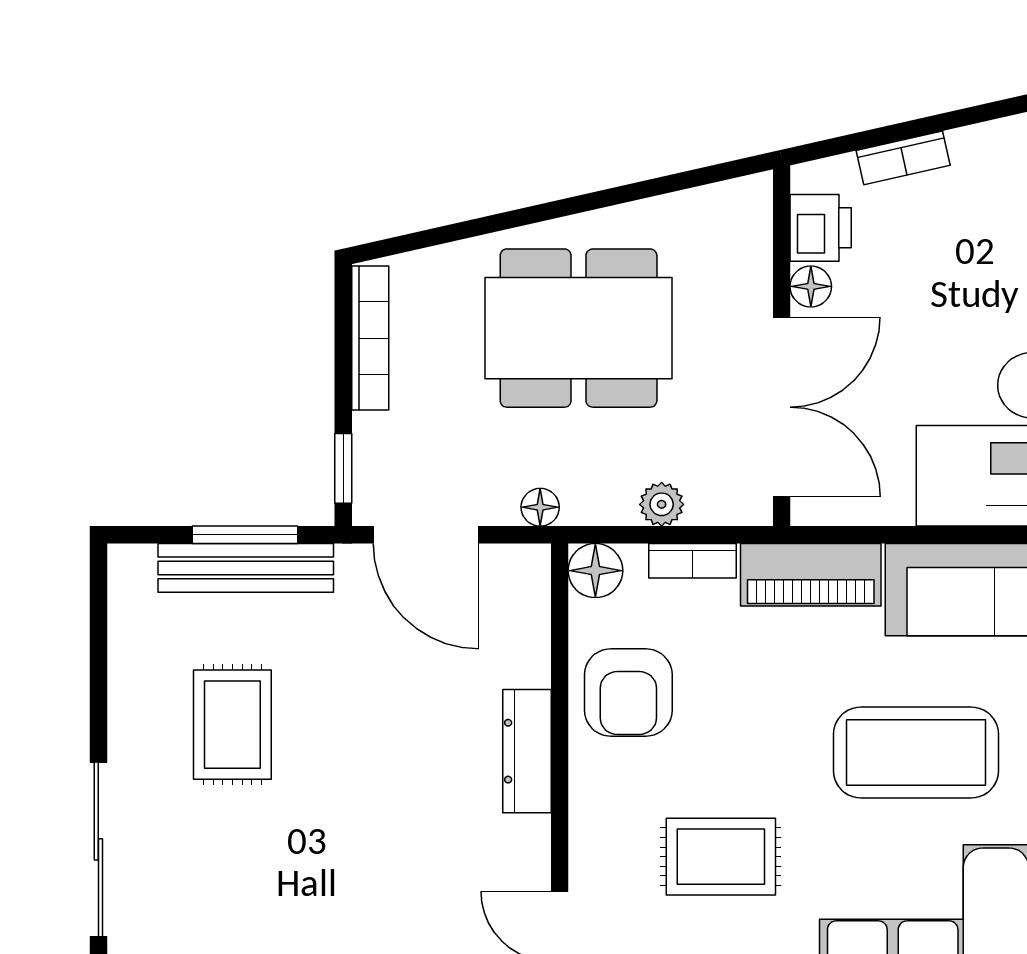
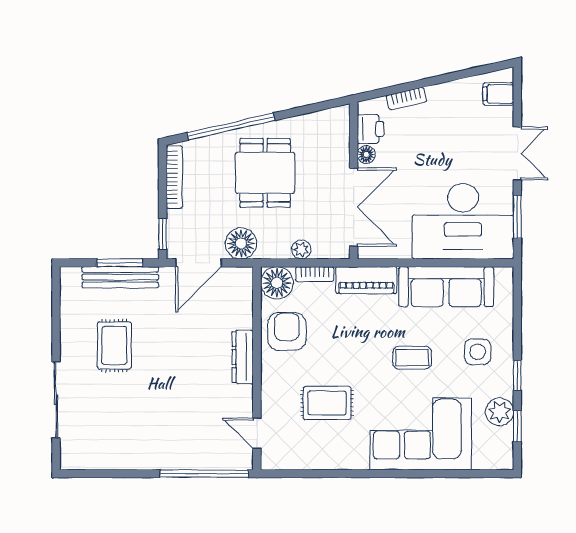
window: (500, 222) -> (231, 127), added
dining table: (579, 328) -> (265, 173), width x0.73
floor lamp: (540, 507) -> (241, 243), width x1.89, depth x1.89
door: (426, 535) -> (199, 263), hinge flipped
floor lamp: (595, 571) -> (277, 283), width x1.38, depth x1.38
armchair: (628, 693) -> (287, 331), turned 180
coffee table: (916, 752) -> (412, 358), width x0.54, depth x0.58

